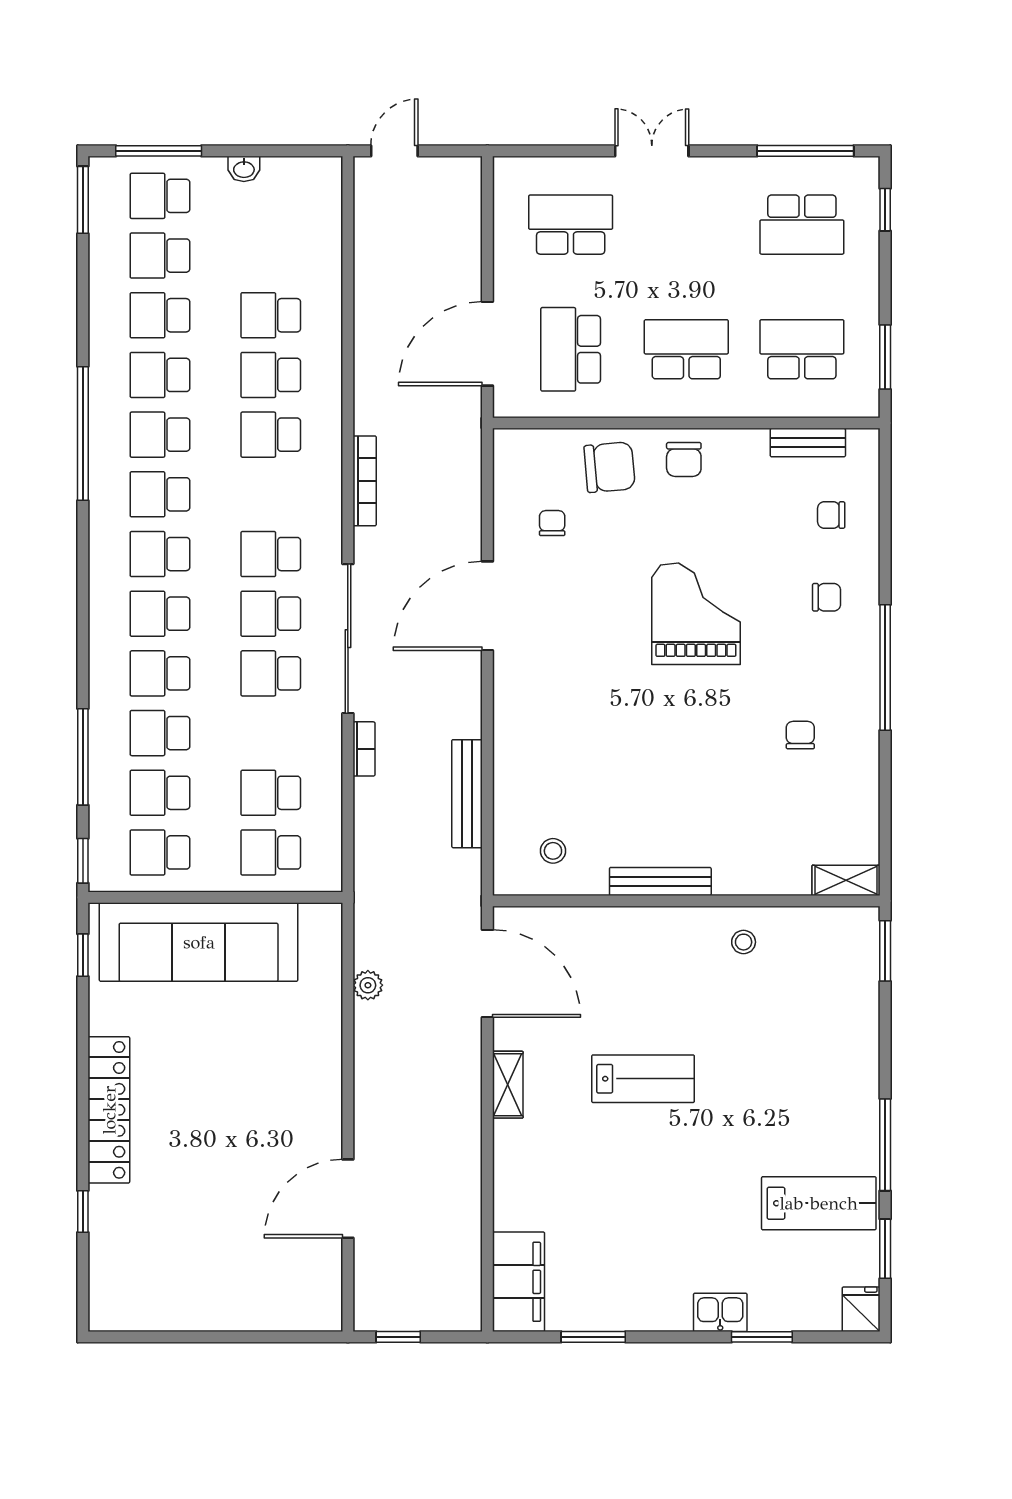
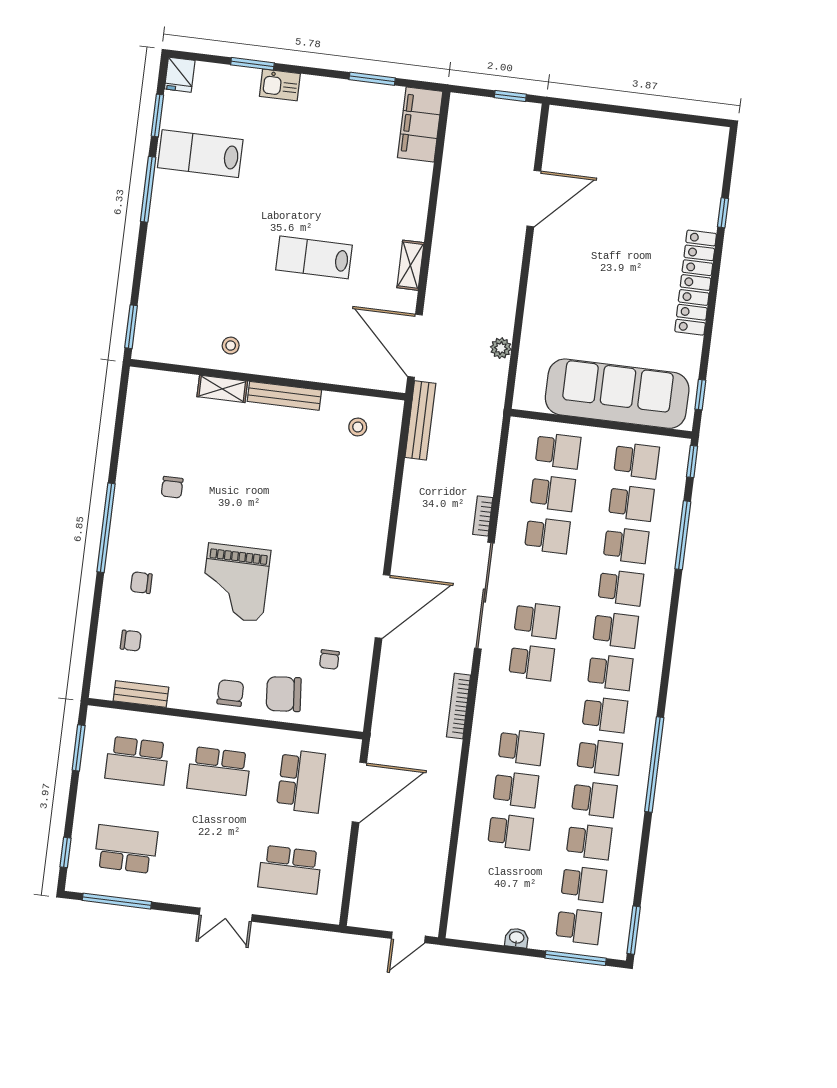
school desk: (271, 673) -> (547, 535), moved
bench: (467, 794) -> (420, 420), moved
shelving: (846, 880) -> (222, 389), moved

